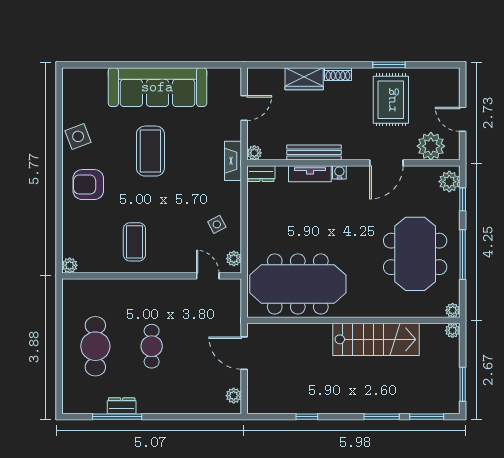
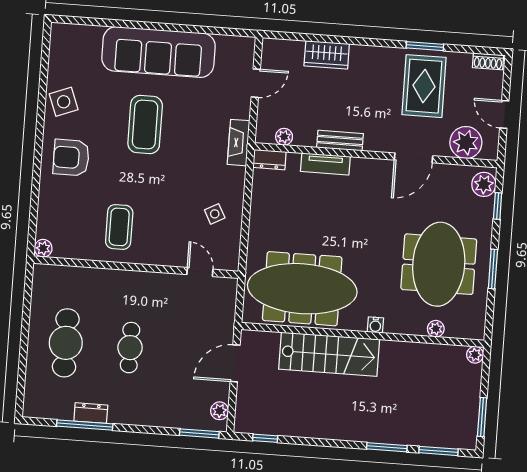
shoe rack: (338, 74) -> (488, 61), moved
plant: (254, 153) -> (284, 137), moved
bench: (314, 153) -> (340, 141), width x0.73
water cooler: (339, 172) -> (375, 325), moved, turned 180
window: (463, 255) -> (493, 269), width x0.69
plant: (234, 259) -> (231, 254), removed
plant: (453, 310) -> (436, 329), moved
stairs: (376, 339) -> (329, 354), moved
door: (244, 353) -> (235, 363), hinge flipped
window: (217, 417) -> (199, 433), added
window: (307, 417) -> (265, 438), moved

